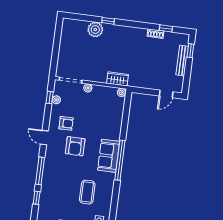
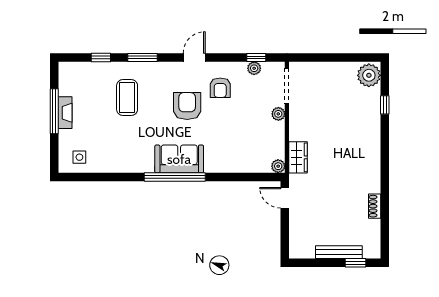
window: (108, 21) -> (385, 105), moved
window: (166, 28) -> (385, 221), removed
plant: (95, 30) -> (369, 75), moved
door: (166, 94) -> (285, 198), moved
armchair: (75, 146) -> (187, 106), turned 90
window: (40, 171) -> (143, 57), width x0.69
coffee table: (87, 192) -> (127, 98), moved, turned 90

